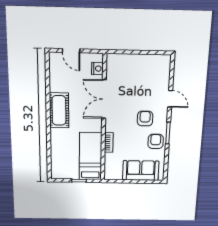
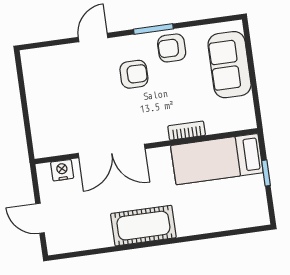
door: (71, 51) -> (40, 218), swing flipped
armchair: (145, 119) -> (134, 74), turned 180

